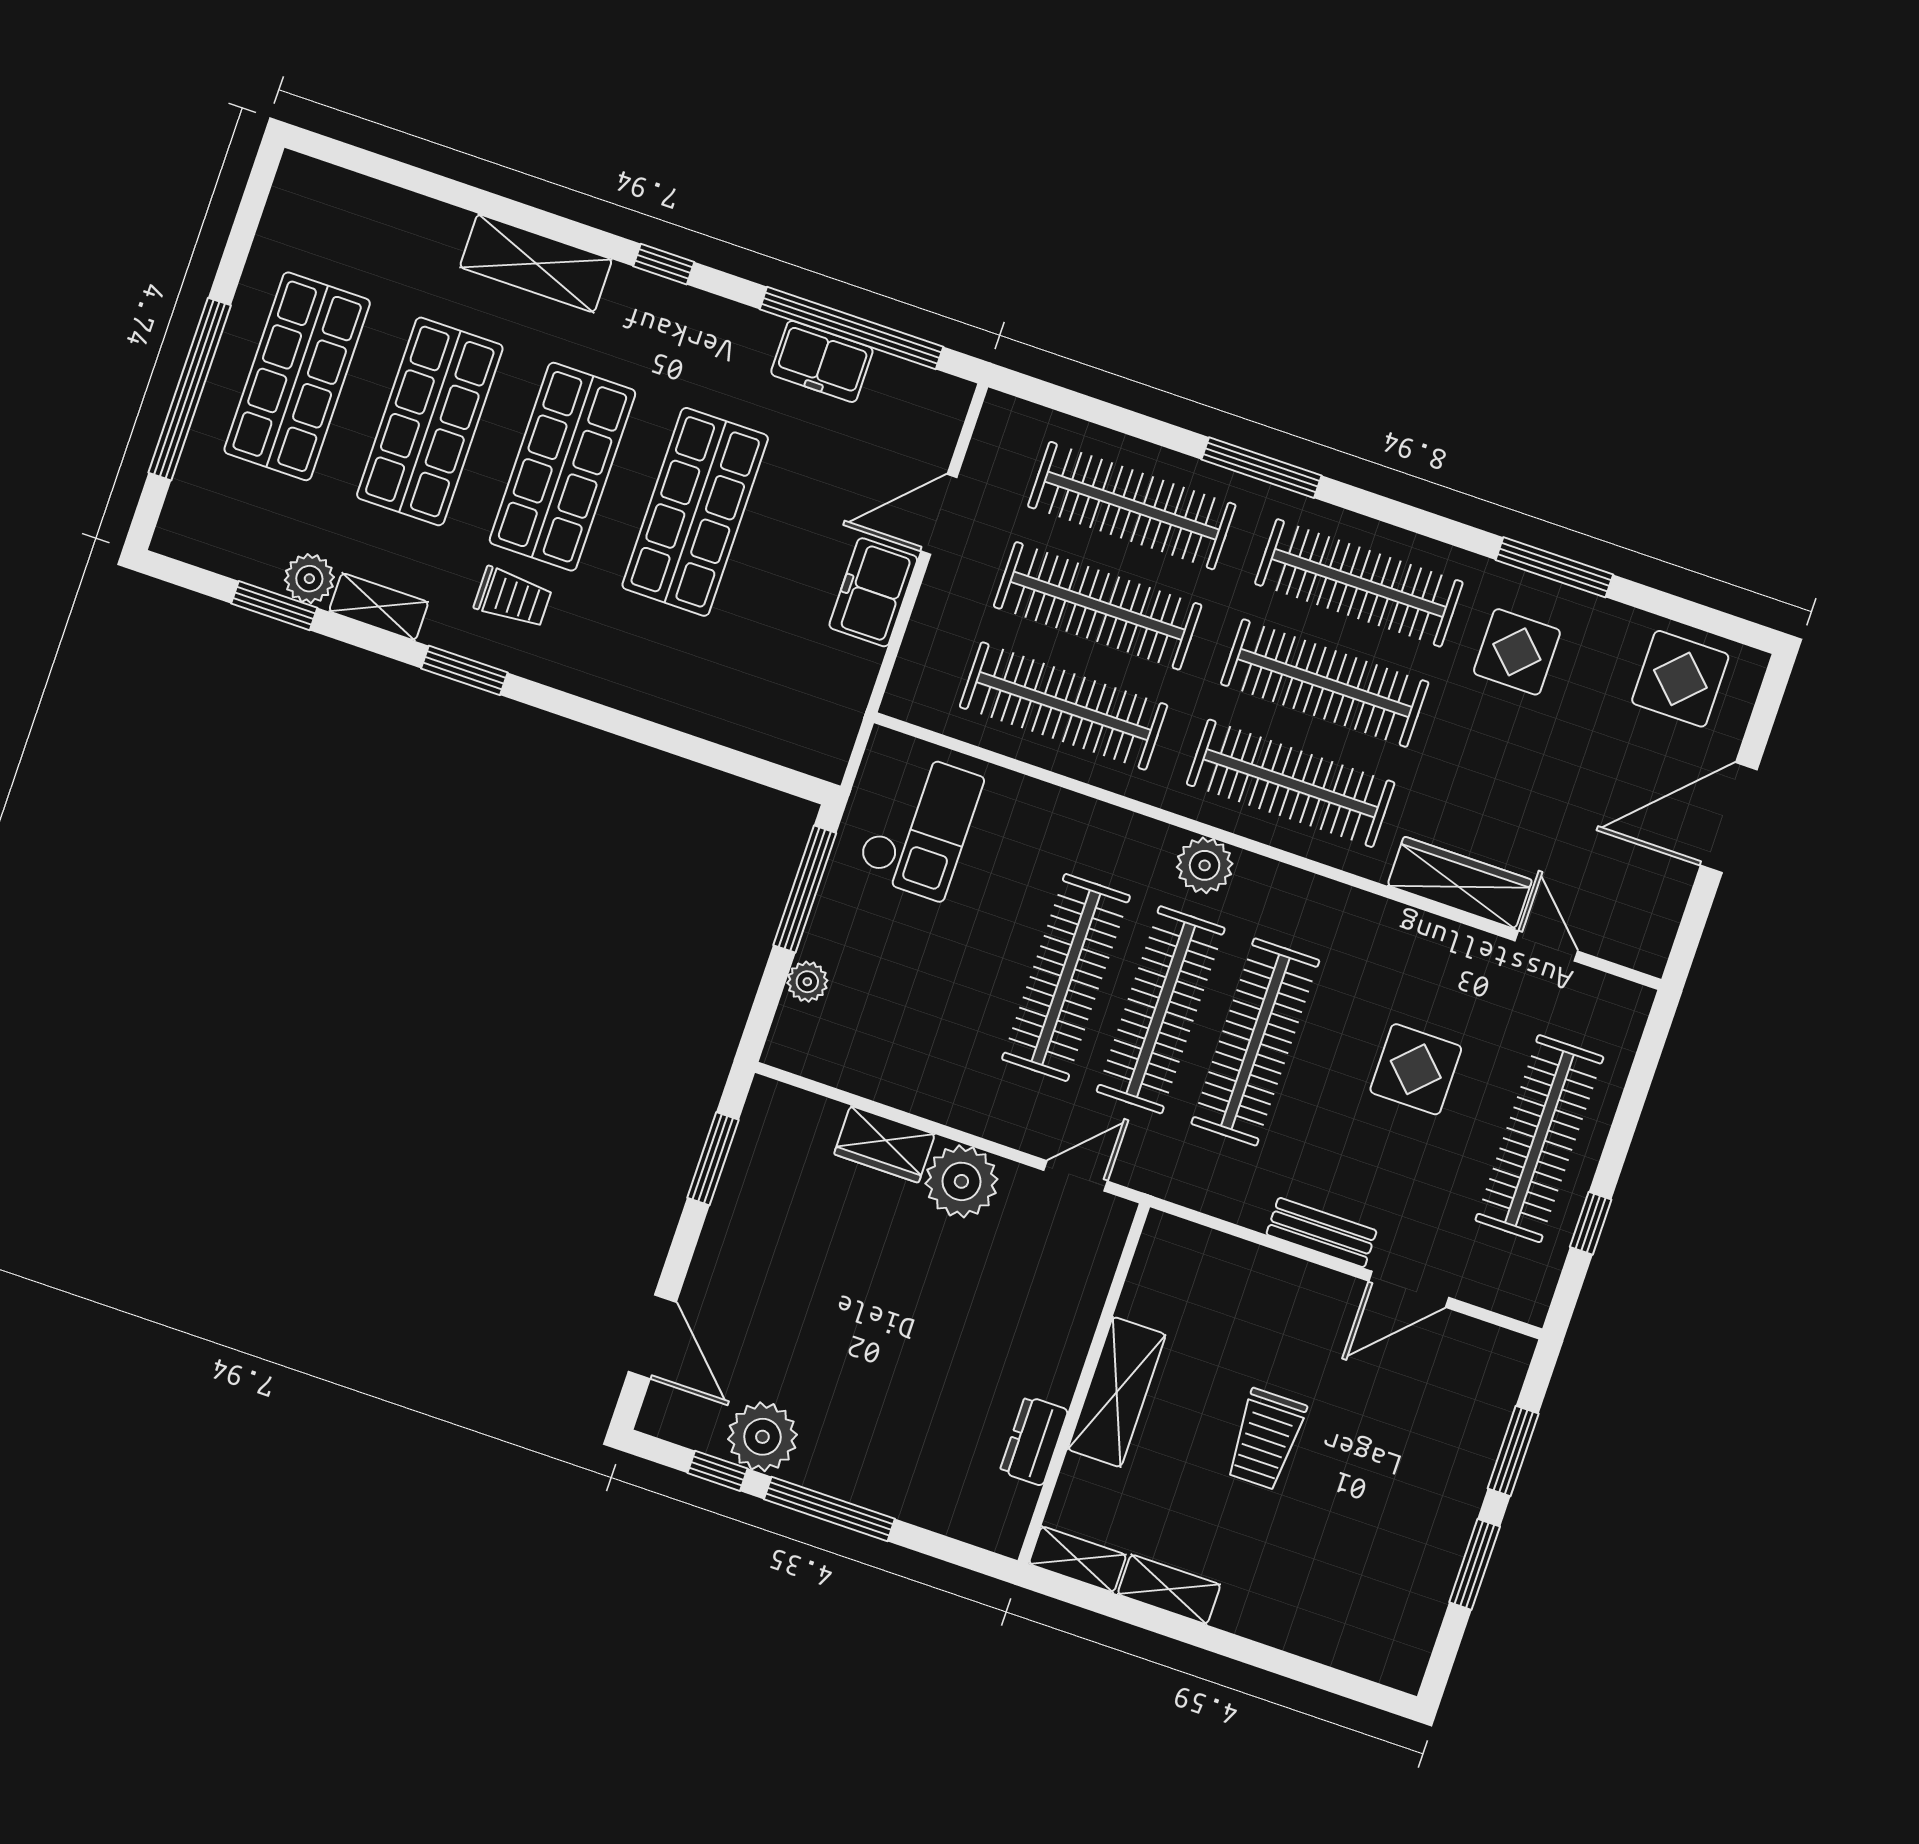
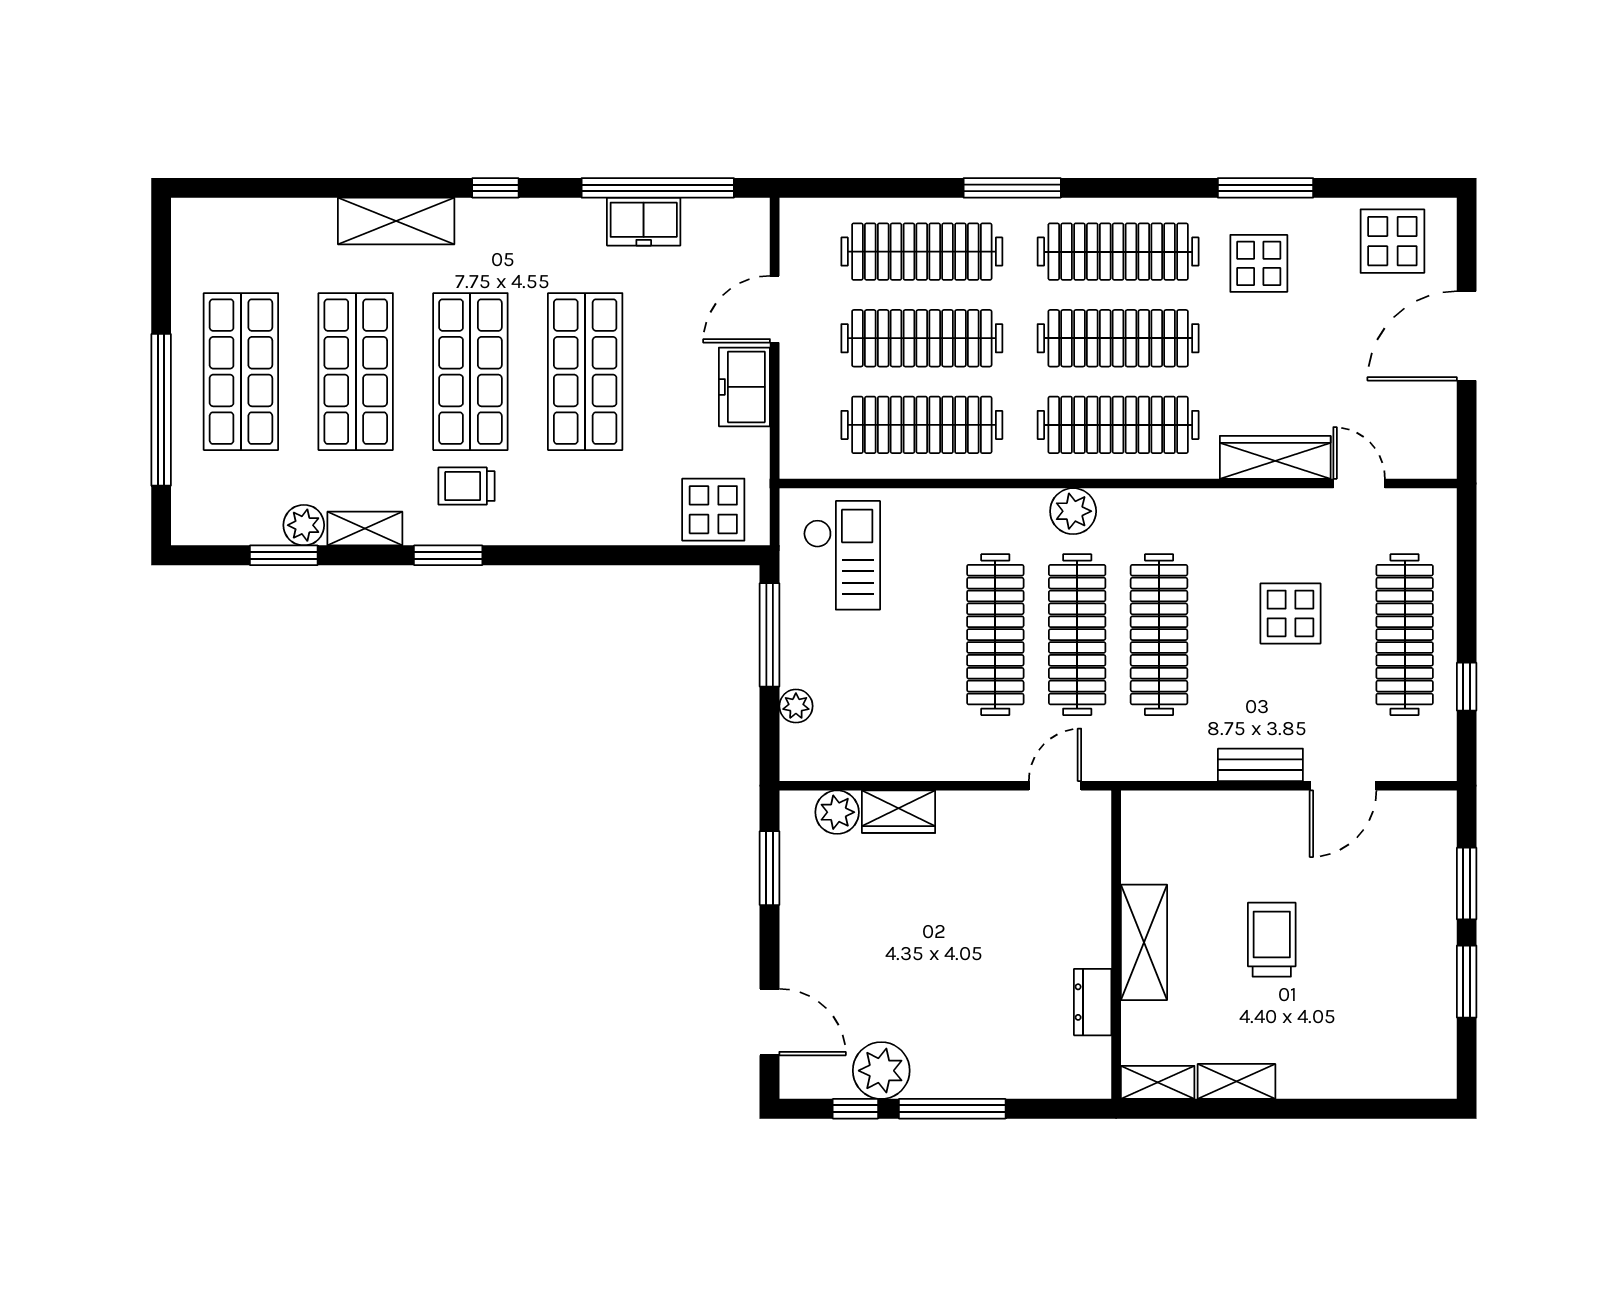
trolley: (513, 598) -> (467, 486), turned 180
display table: (789, 722) -> (713, 510), added
plant: (961, 1181) -> (837, 812), moved, width x0.73, depth x0.73
trolley: (1266, 1439) -> (1272, 940), turned 180

